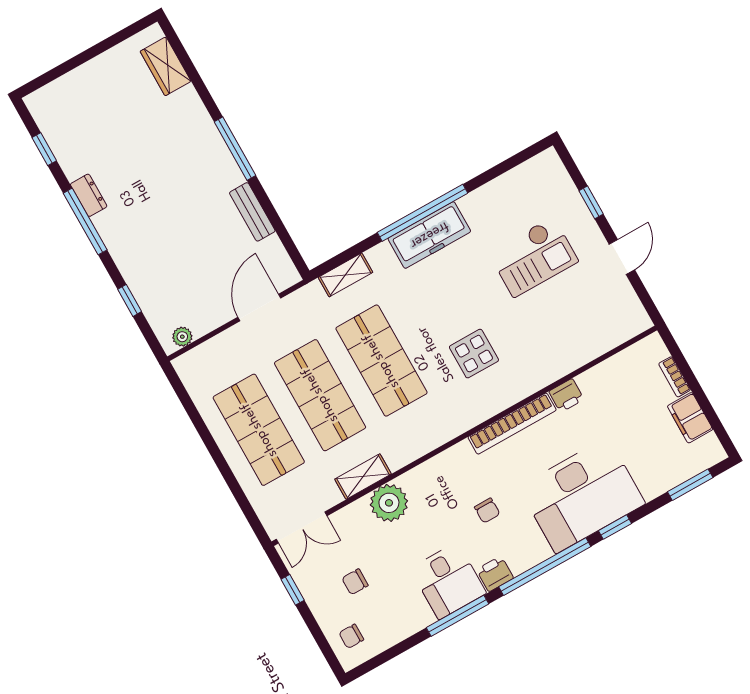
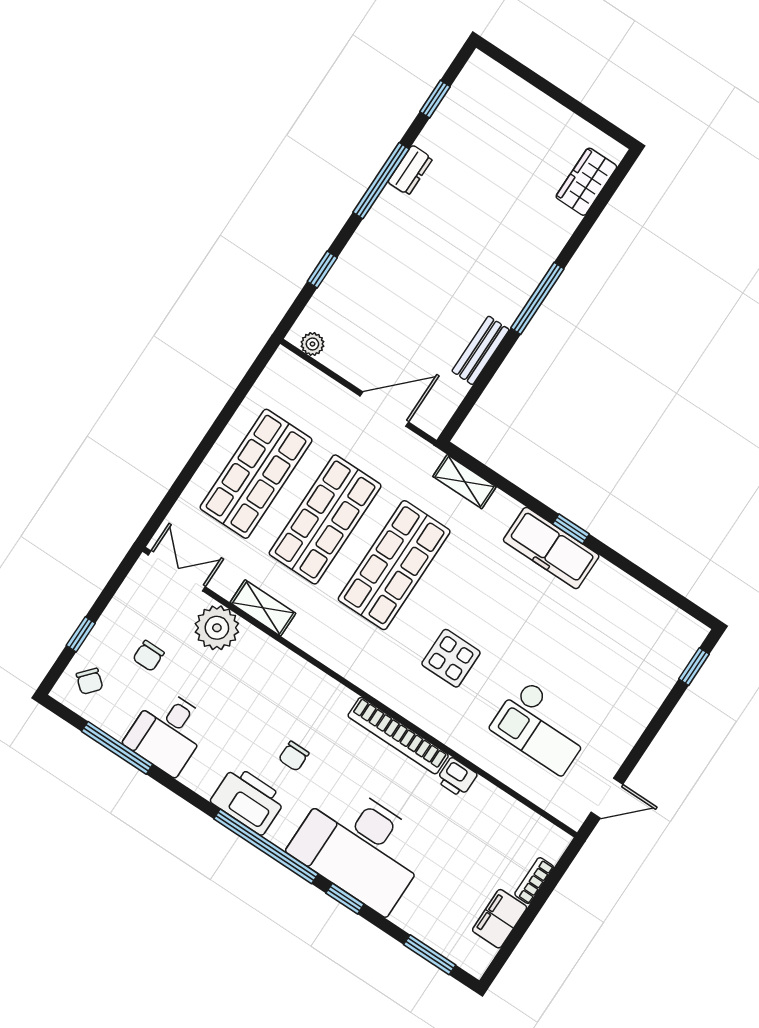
window: (591, 202) -> (694, 667), moved
window: (422, 213) -> (571, 529), width x0.32
checkout: (533, 257) -> (542, 727), moved
door: (622, 257) -> (607, 798), moved
plant: (389, 503) -> (217, 628), moved
double door: (302, 527) -> (177, 571), swing flipped
printer: (495, 574) -> (248, 800), width x1.87, depth x1.48
desk: (448, 581) -> (168, 732), moved
chair: (355, 582) -> (149, 656), turned -90
window: (293, 590) -> (81, 634), moved
window: (457, 616) -> (117, 748), moved
chair: (351, 636) -> (90, 681), turned -139

